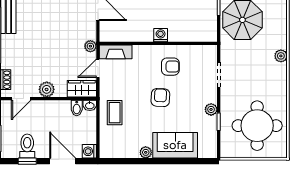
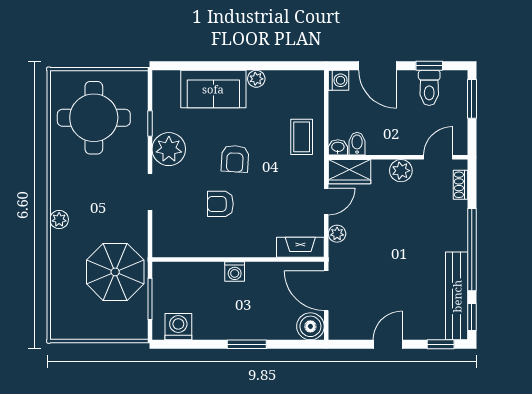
washing machine: (161, 35) -> (235, 271), moved
wall: (158, 43) -> (238, 259), moved
fireplace: (116, 52) -> (300, 247), moved
plant: (211, 109) -> (169, 149), width x1.87, depth x1.87

